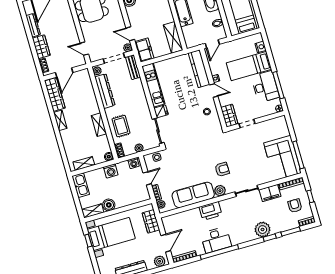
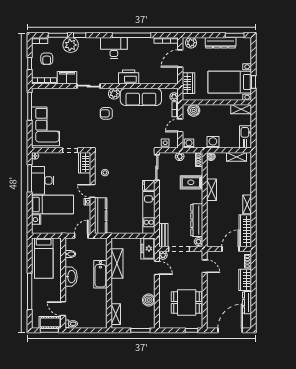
shelving: (173, 37) -> (117, 263), moved
rug: (121, 126) -> (191, 182), turned 90
corner sofa: (282, 158) -> (46, 126), moved
boiler: (109, 205) -> (194, 110), moved
plant: (263, 230) -> (71, 45), moved
desk: (216, 240) -> (114, 48), moved

